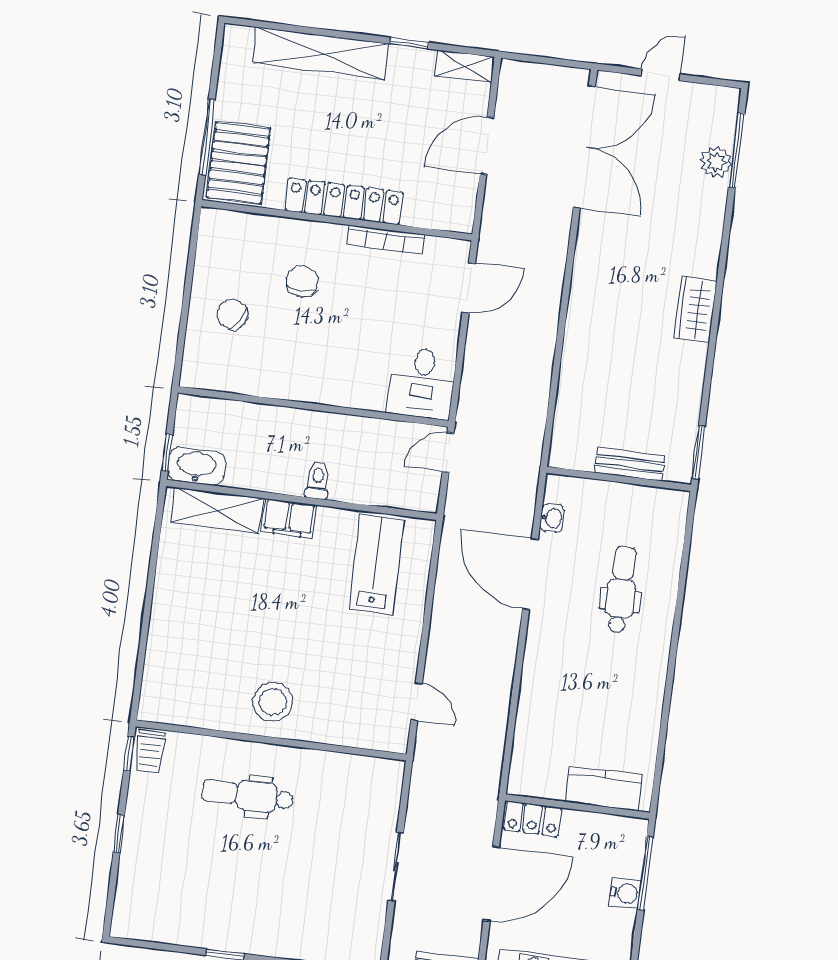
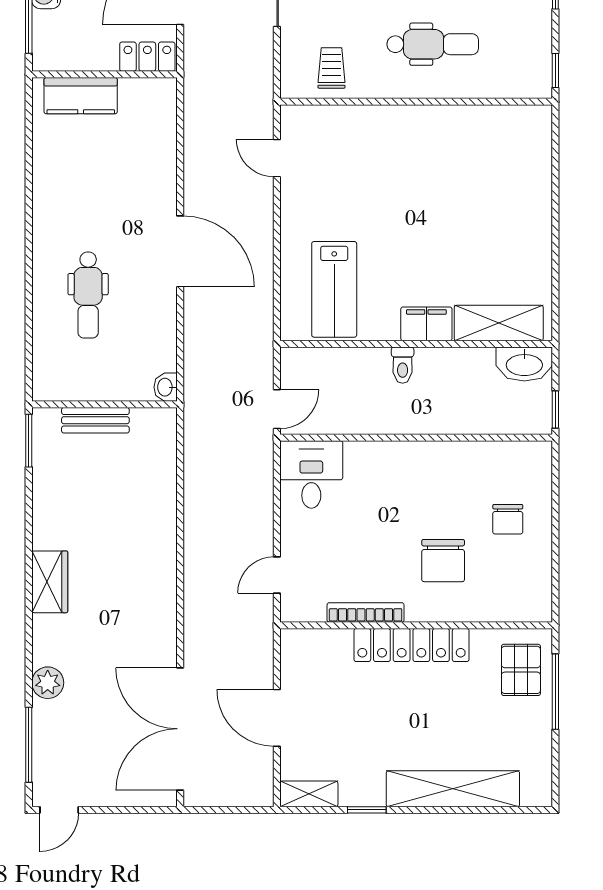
door: (661, 75) -> (59, 810), moved
door: (487, 146) -> (277, 718), swing flipped
plant: (716, 162) -> (48, 683), moved
pallet: (238, 163) -> (521, 670), width x0.67, depth x0.71
chair: (302, 281) -> (443, 561), width x1.37, depth x1.37
door: (469, 288) -> (277, 575), width x0.73
chair: (233, 314) -> (508, 519), turned 57
window: (167, 453) -> (555, 410), moved
washbasin: (552, 518) -> (166, 387), moved
door: (530, 574) -> (180, 251), moved
stool: (273, 702) -> (419, 140), removed
trolley: (150, 752) -> (331, 68), moved

